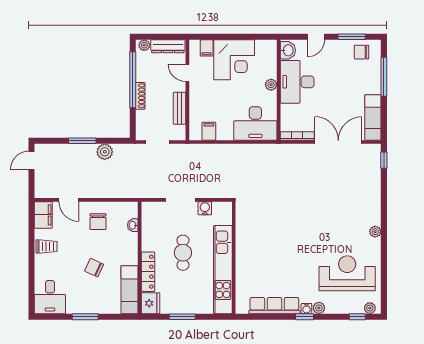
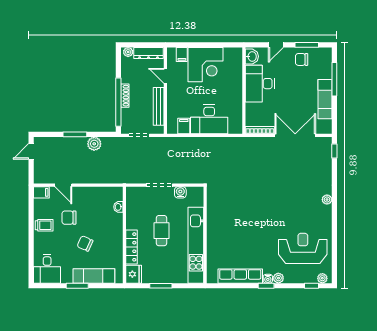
chair: (361, 52) -> (302, 59), moved
window: (133, 80) -> (118, 102), moved
plant: (271, 85) -> (237, 86), removed
bench: (180, 108) -> (159, 106), width x1.36
exam couch: (373, 117) -> (325, 99), moved
desk: (255, 123) -> (209, 119), moved
filing cabinet: (43, 215) -> (41, 192), width x0.50
chair: (98, 222) -> (69, 218), moved, turned 90
plant: (375, 232) -> (327, 200), moved
exam couch: (130, 290) -> (94, 276), moved, turned 90

